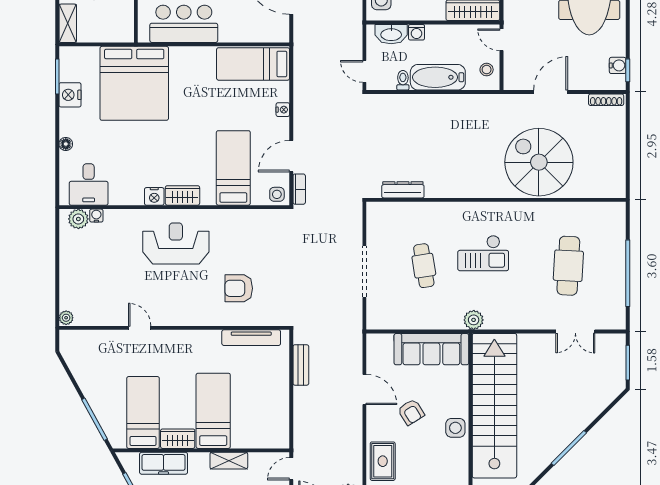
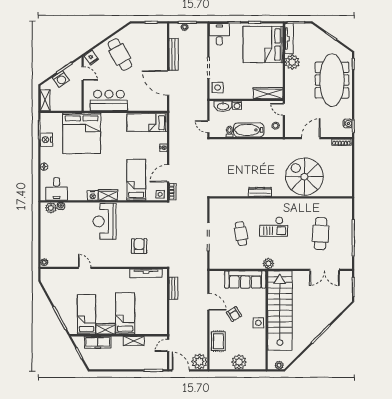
dresser: (403, 190) -> (260, 192), moved
reception desk: (176, 244) -> (105, 221), turned -90
armchair: (239, 288) -> (139, 246), turned 90
double door: (575, 332) -> (324, 270), width x1.37

